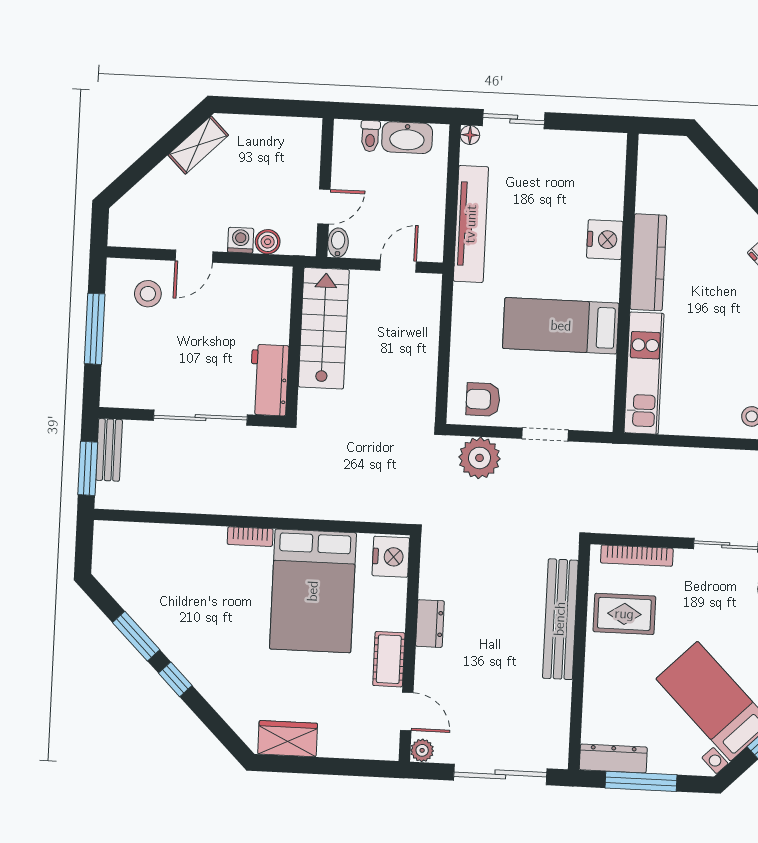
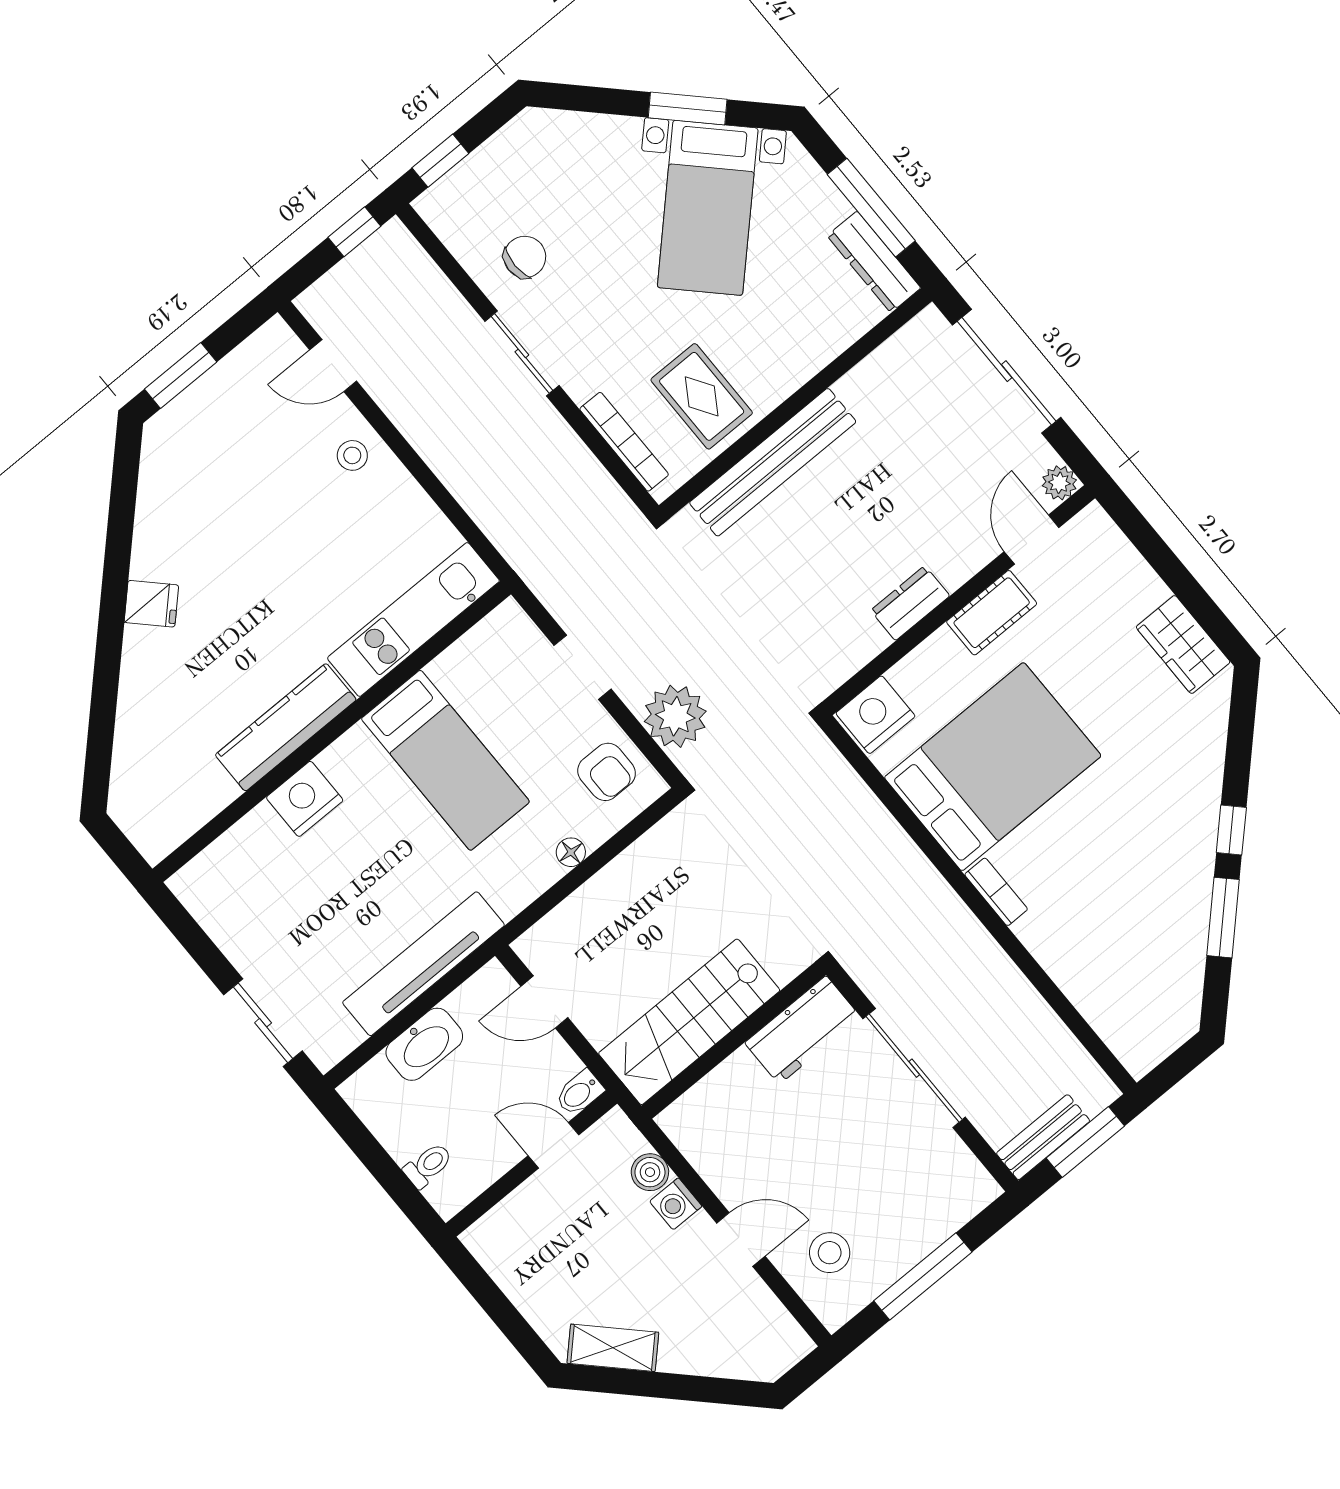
floor lamp: (470, 135) -> (571, 852), moved
washbasin: (407, 138) -> (424, 1044), moved, turned 90

